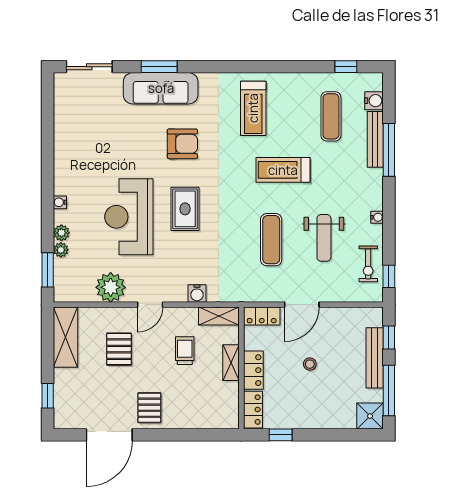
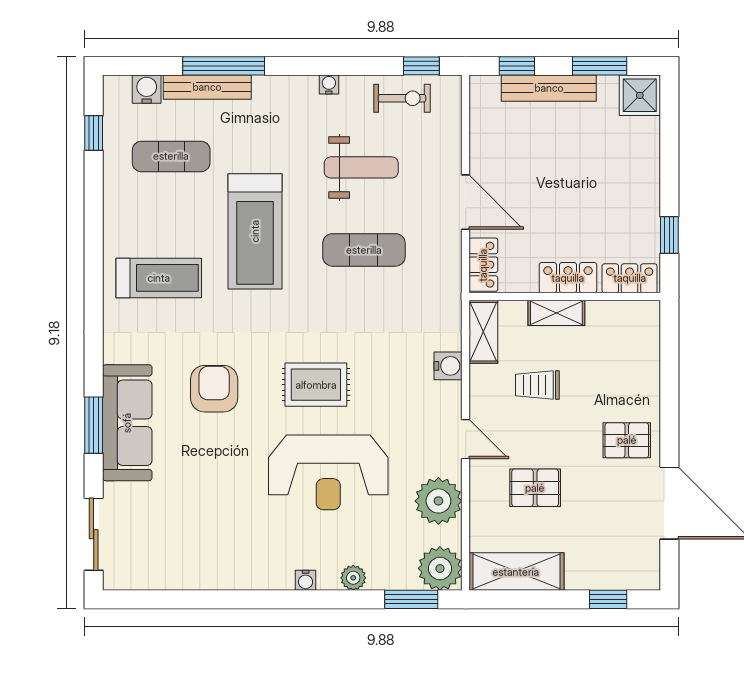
treadmill: (283, 170) -> (255, 231), width x1.37, depth x1.38
plant: (61, 250) -> (440, 568), moved, width x1.87, depth x1.87
stool: (310, 364) -> (558, 189), removed
window: (389, 390) -> (600, 66), width x0.69

